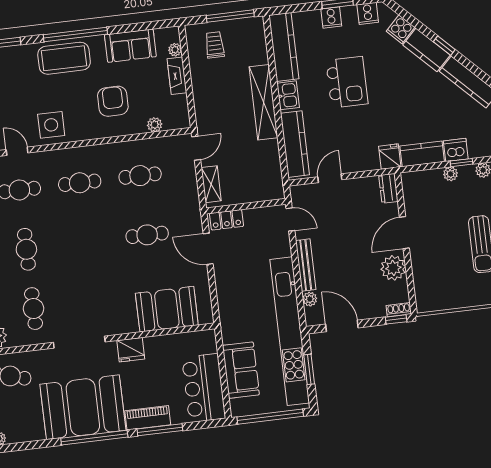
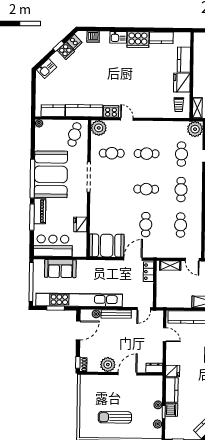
door: (404, 233) -> (127, 374), hinge flipped
cafe table: (87, 242) -> (146, 189), added
booth: (167, 309) -> (107, 246), moved, turned 90
fridge: (131, 350) -> (80, 224), moved

